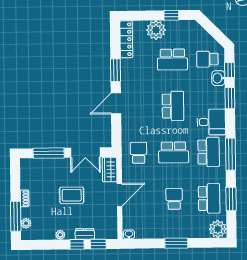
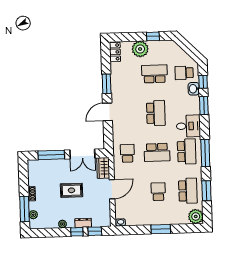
locker: (126, 39) -> (115, 52), width x0.66
school desk: (172, 60) -> (155, 74), turned 180

